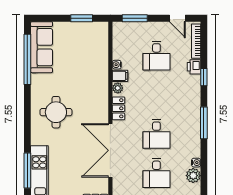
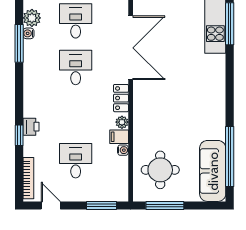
window: (82, 18) -> (165, 205), width x1.44
printer: (194, 67) -> (31, 127), moved
round table: (56, 112) -> (160, 170), moved
window: (204, 123) -> (19, 43), moved

